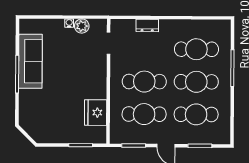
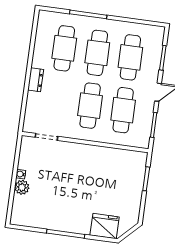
dresser: (147, 25) -> (36, 80), moved
plant: (82, 26) -> (22, 187), moved
sofa: (30, 61) -> (54, 219), removed
fridge: (96, 113) -> (105, 226), moved, turned 180

